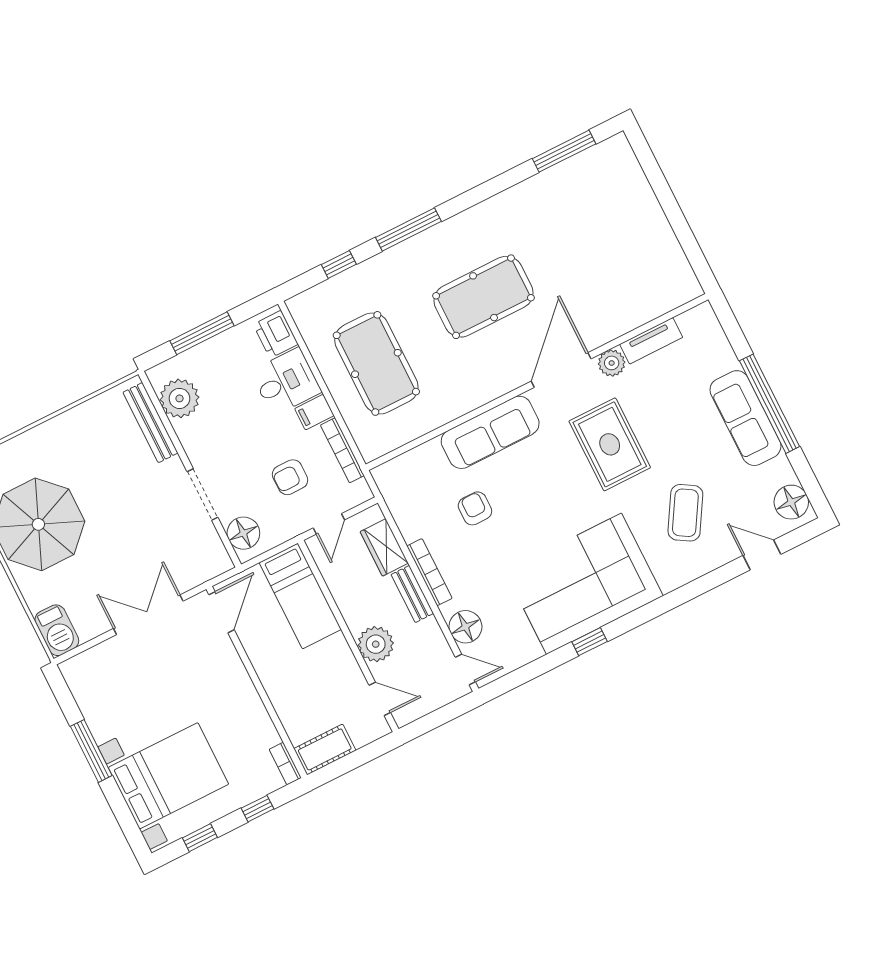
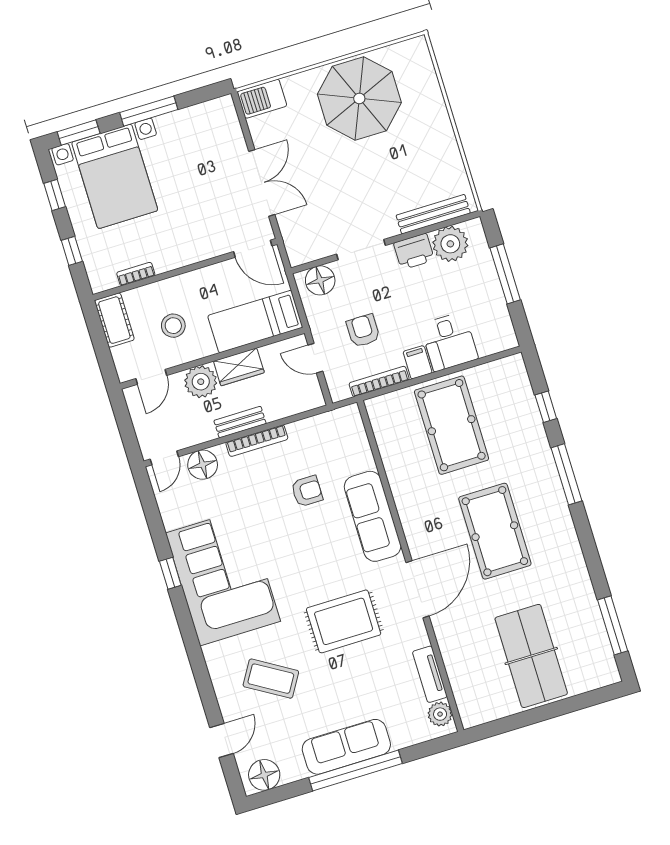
table tennis table: (612, 234) -> (531, 656), added
printer: (276, 334) -> (414, 251), moved, turned 180
pool table: (376, 363) -> (452, 425), turned 90
plant: (612, 363) -> (440, 714), moved
door: (561, 370) -> (418, 589), hinge flipped
wardrobe: (384, 547) -> (239, 367), moved, turned 180
stool: (320, 684) -> (173, 326), added
bookcase: (285, 764) -> (136, 274), moved
window: (128, 823) -> (79, 133), added

